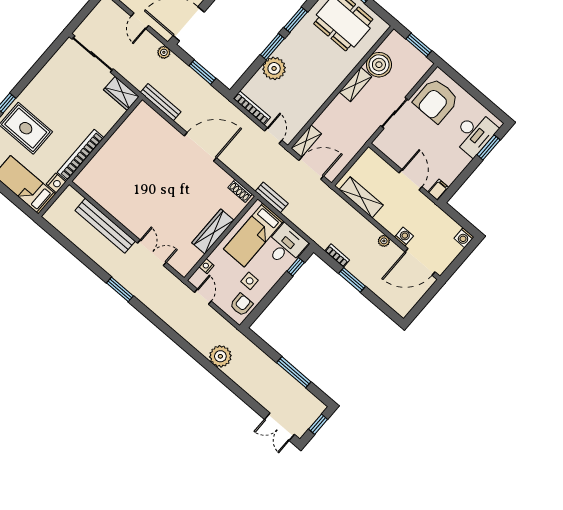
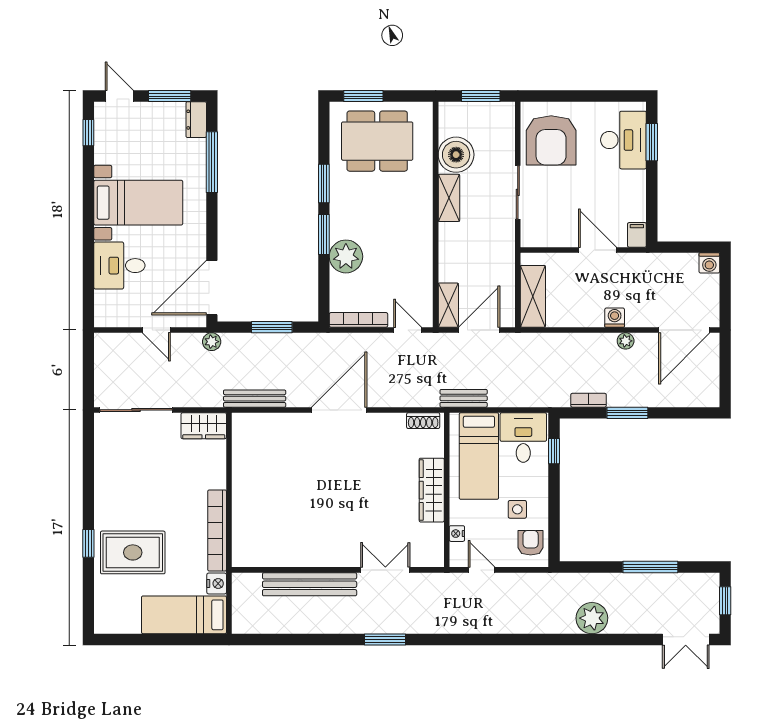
shelving: (361, 197) -> (533, 296), moved, turned 90
washing machine: (404, 237) -> (615, 318), moved
plant: (220, 356) -> (592, 618), moved

